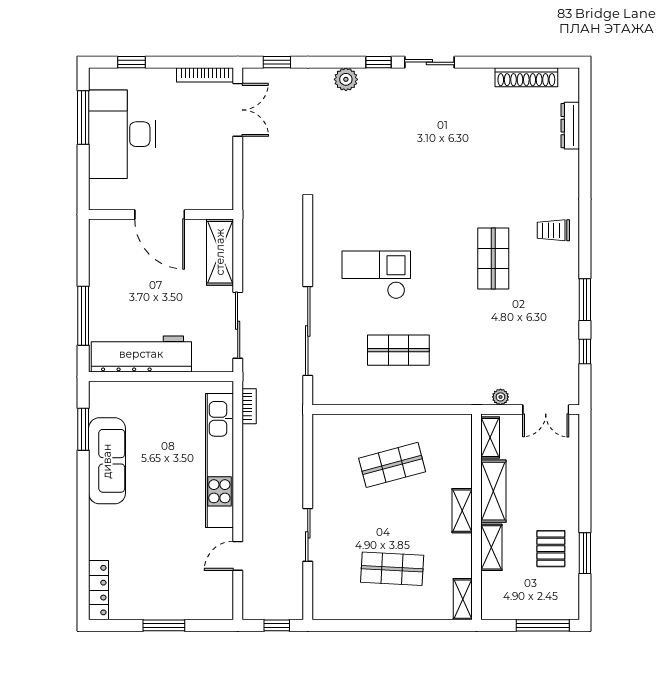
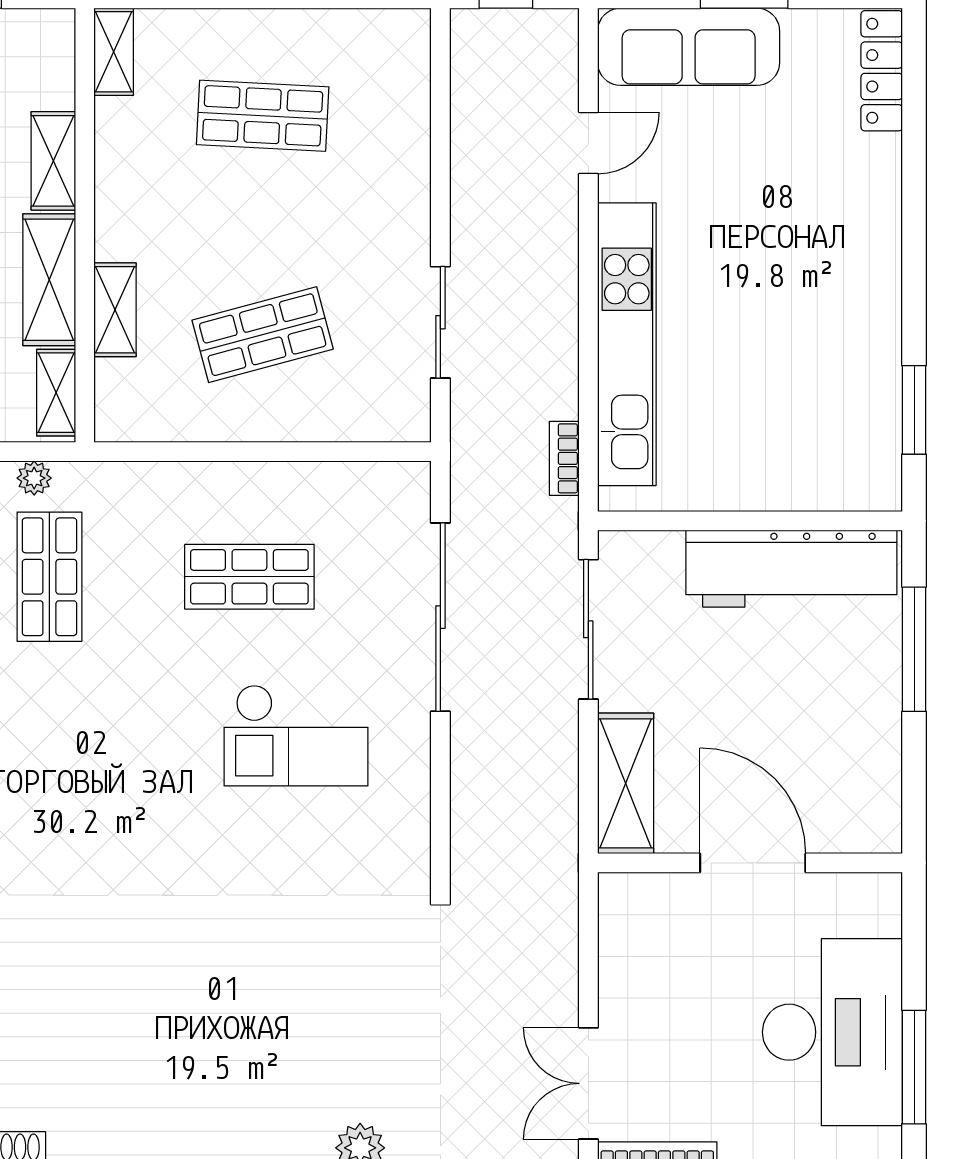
shop shelf: (493, 259) -> (49, 577), moved
sofa: (107, 461) -> (689, 47), moved, turned -90
shelving: (462, 511) -> (115, 310), moved
sliding door: (308, 535) -> (440, 322), moved

